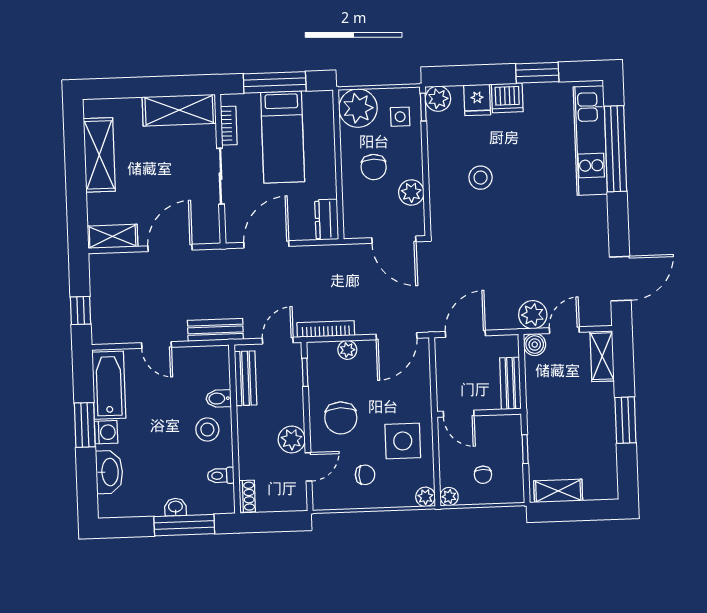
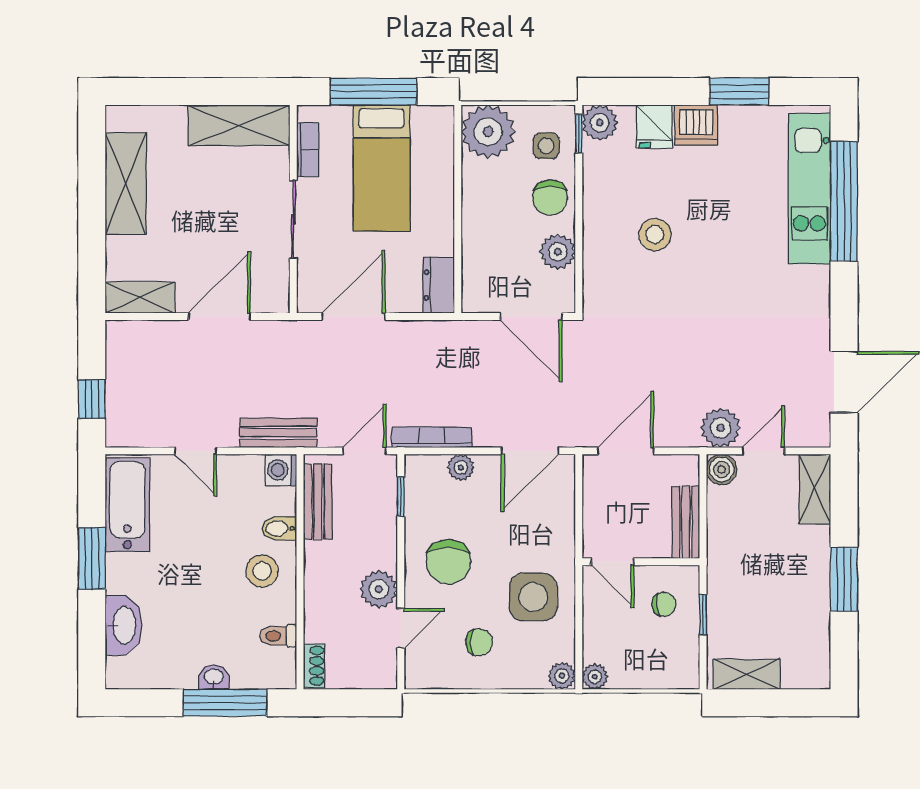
chair: (374, 167) -> (550, 198), moved
washing machine: (106, 432) -> (281, 470), moved, turned 180
chair: (483, 475) -> (664, 604), moved, turned -94

